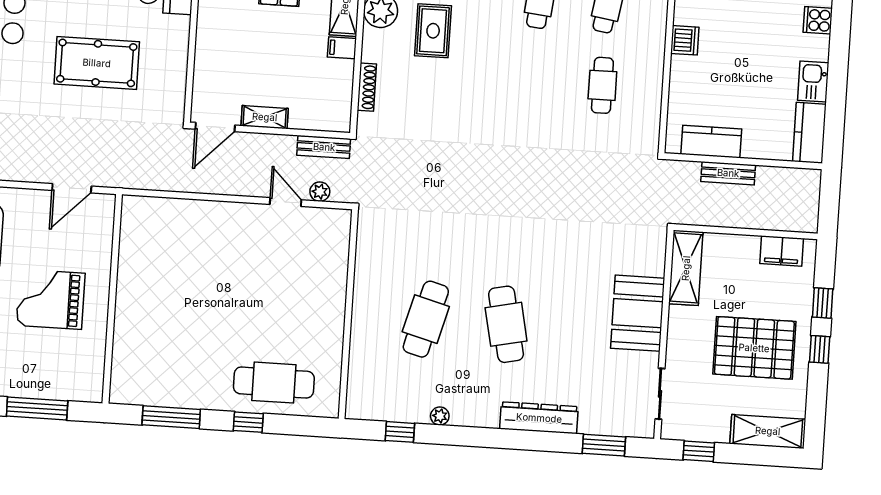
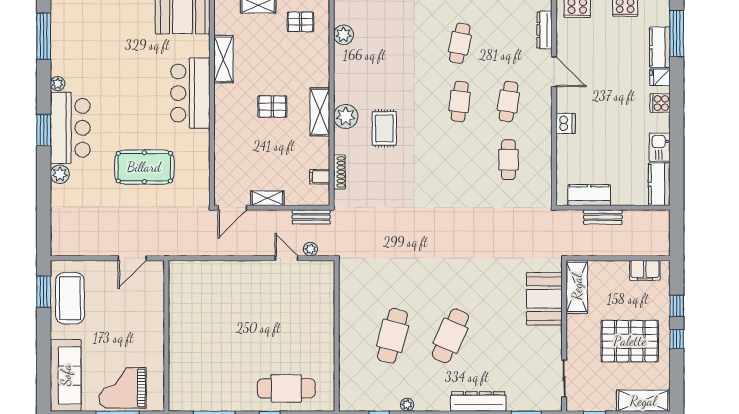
filing cabinet: (342, 48) -> (320, 177), moved
grand piano: (51, 299) -> (123, 388), moved
booth: (638, 313) -> (544, 299), moved
cafe table: (506, 324) -> (450, 336), turned 36

